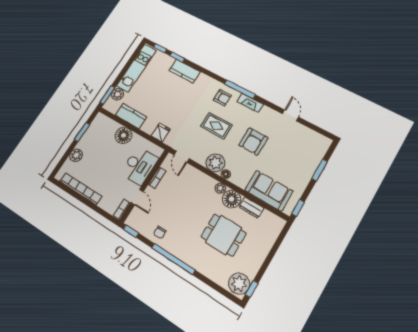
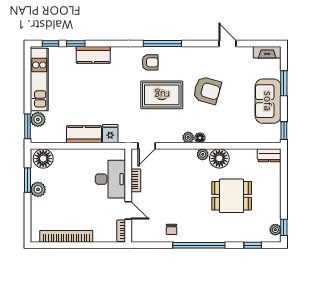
fireplace: (250, 103) -> (267, 52), moved
kitchen counter: (131, 116) -> (84, 134), moved
rug: (216, 126) -> (162, 95), width x1.36, depth x1.43
floor lamp: (124, 135) -> (43, 159), moved
armchair: (253, 141) -> (207, 90), turned -74
plant: (76, 155) -> (38, 189), moved
door: (182, 157) -> (147, 146), hinge flipped
plant: (215, 163) -> (188, 137), width x0.53, depth x0.53
sofa: (269, 191) -> (268, 101), moved, turned -90
dresser: (251, 207) -> (269, 155), moved
window: (131, 231) -> (253, 245), moved
plant: (239, 284) -> (275, 230), width x0.53, depth x0.53

